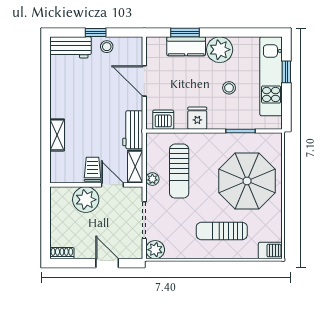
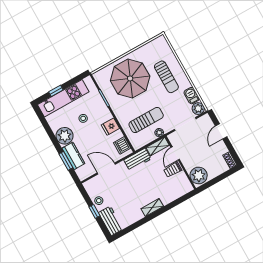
door: (144, 81) -> (106, 169), swing flipped
shelving: (57, 135) -> (152, 207), moved
plant: (86, 200) -> (199, 176), moved
barbecue: (270, 251) -> (192, 96), moved

